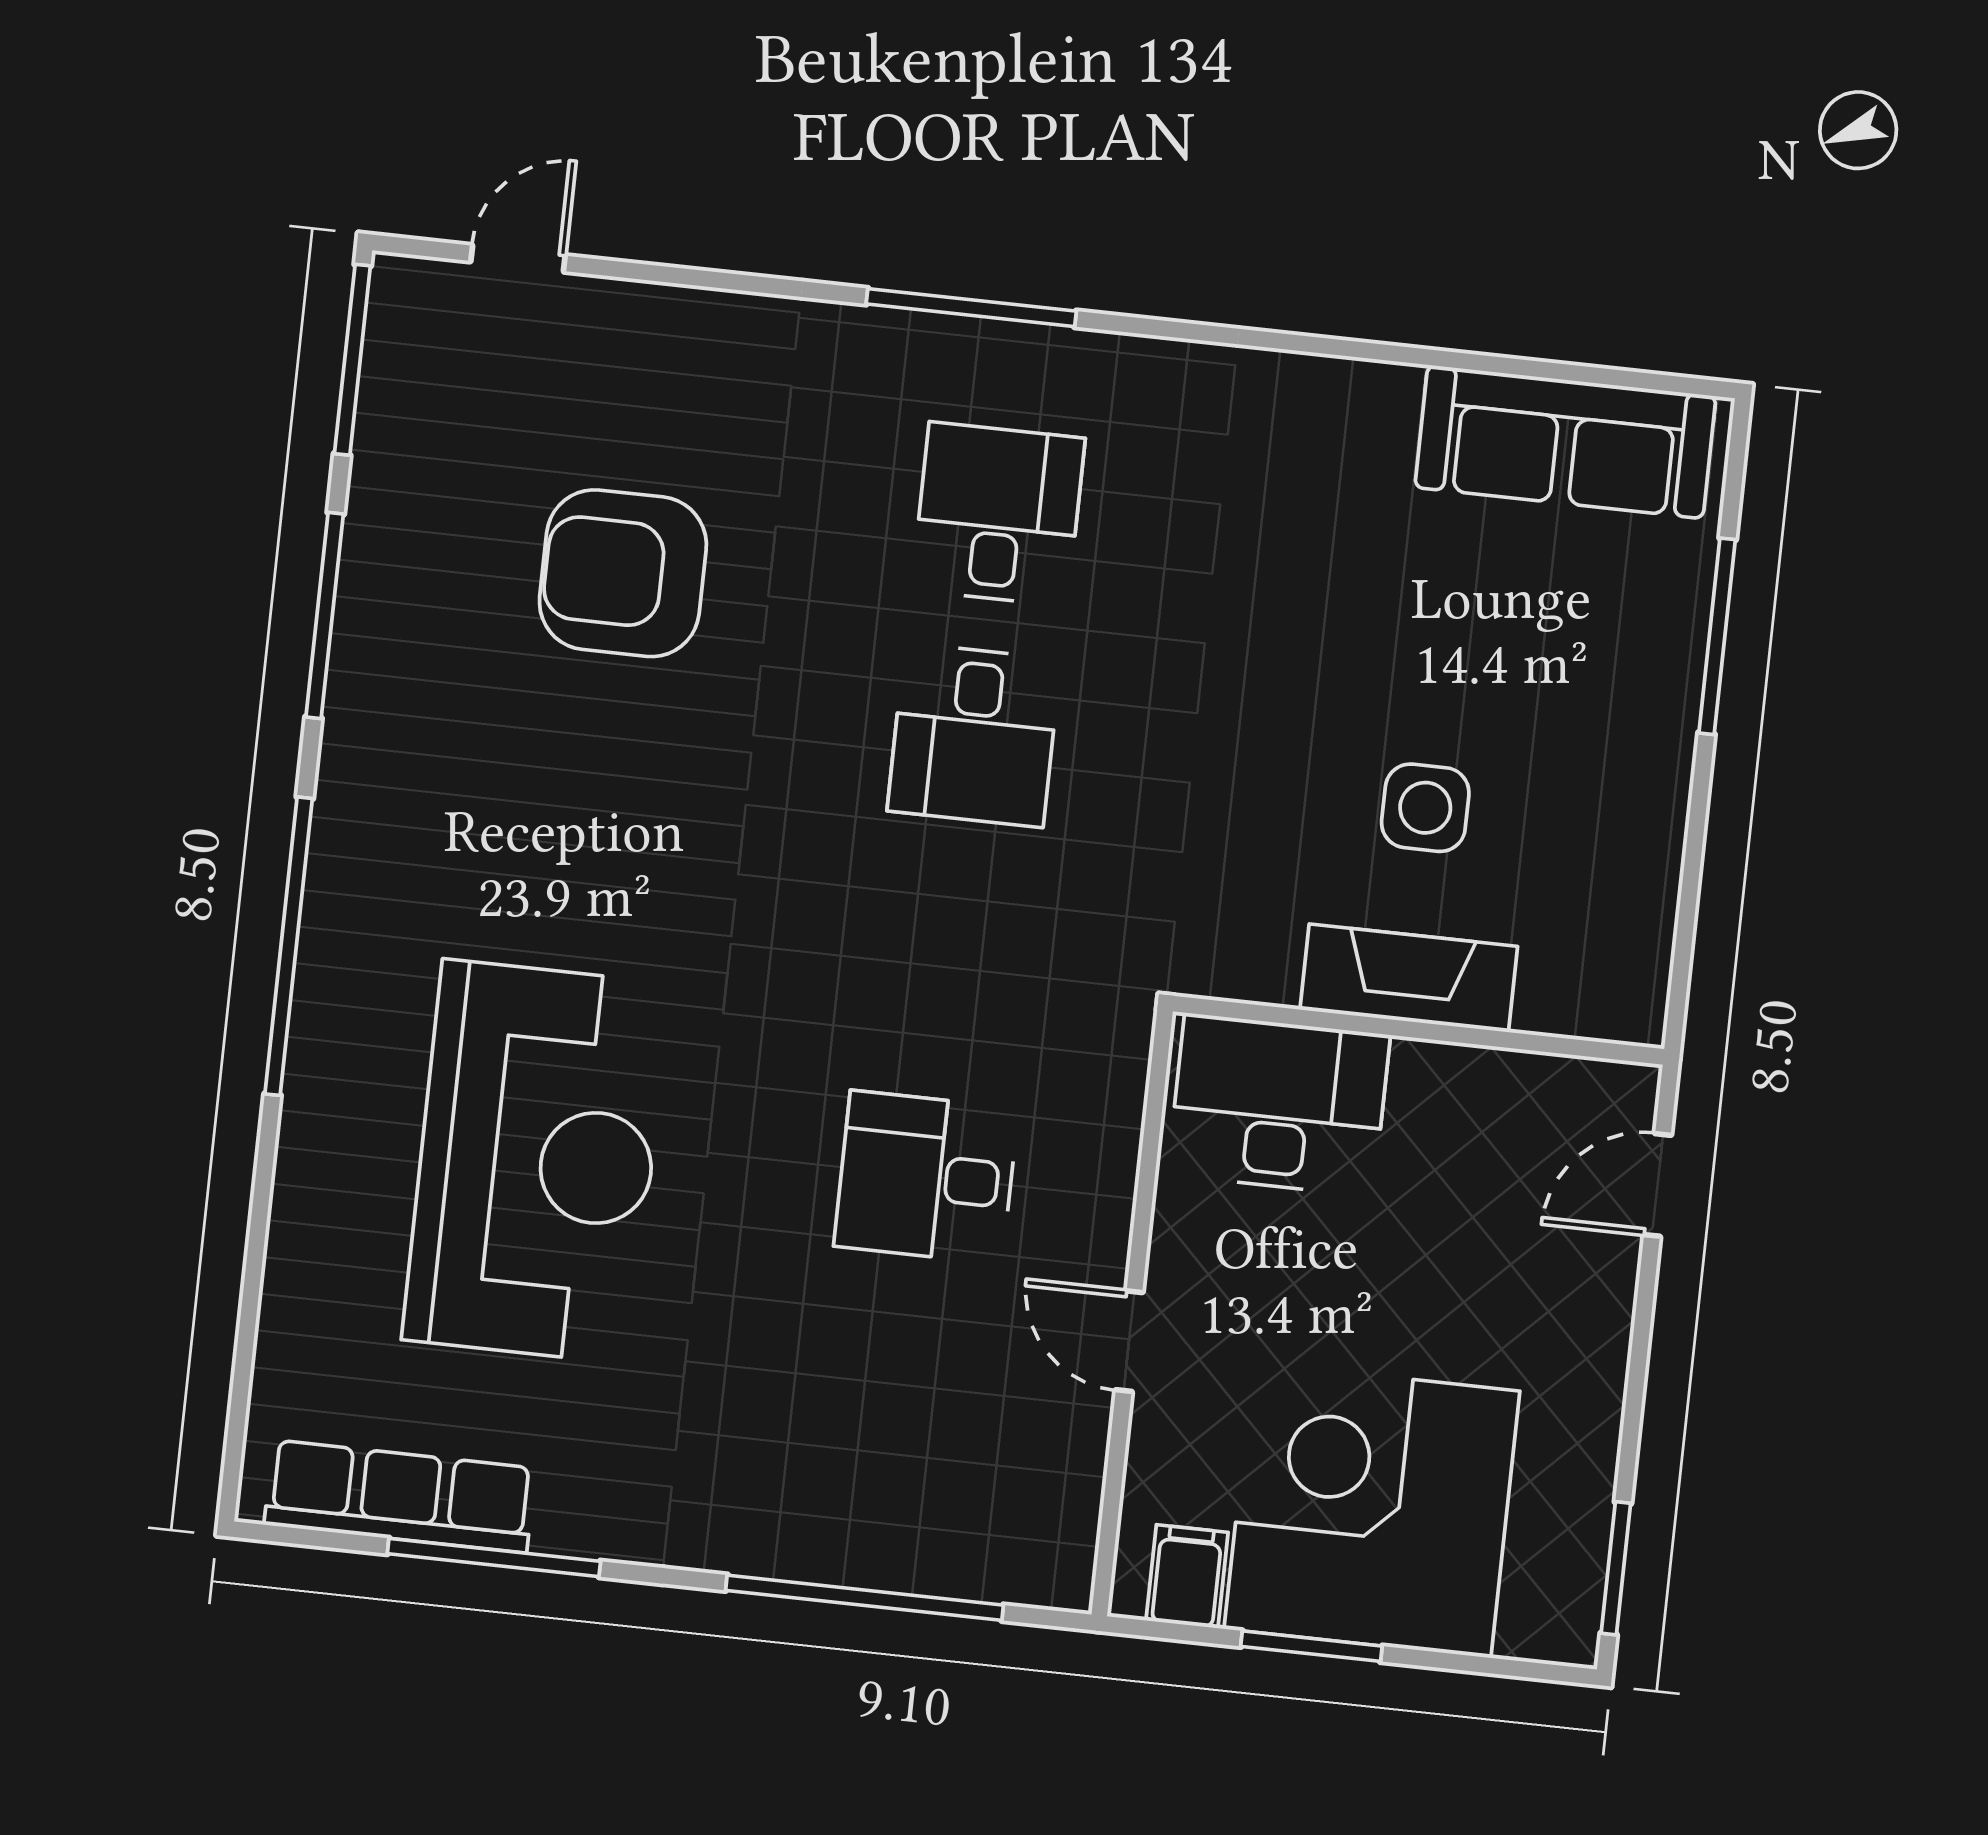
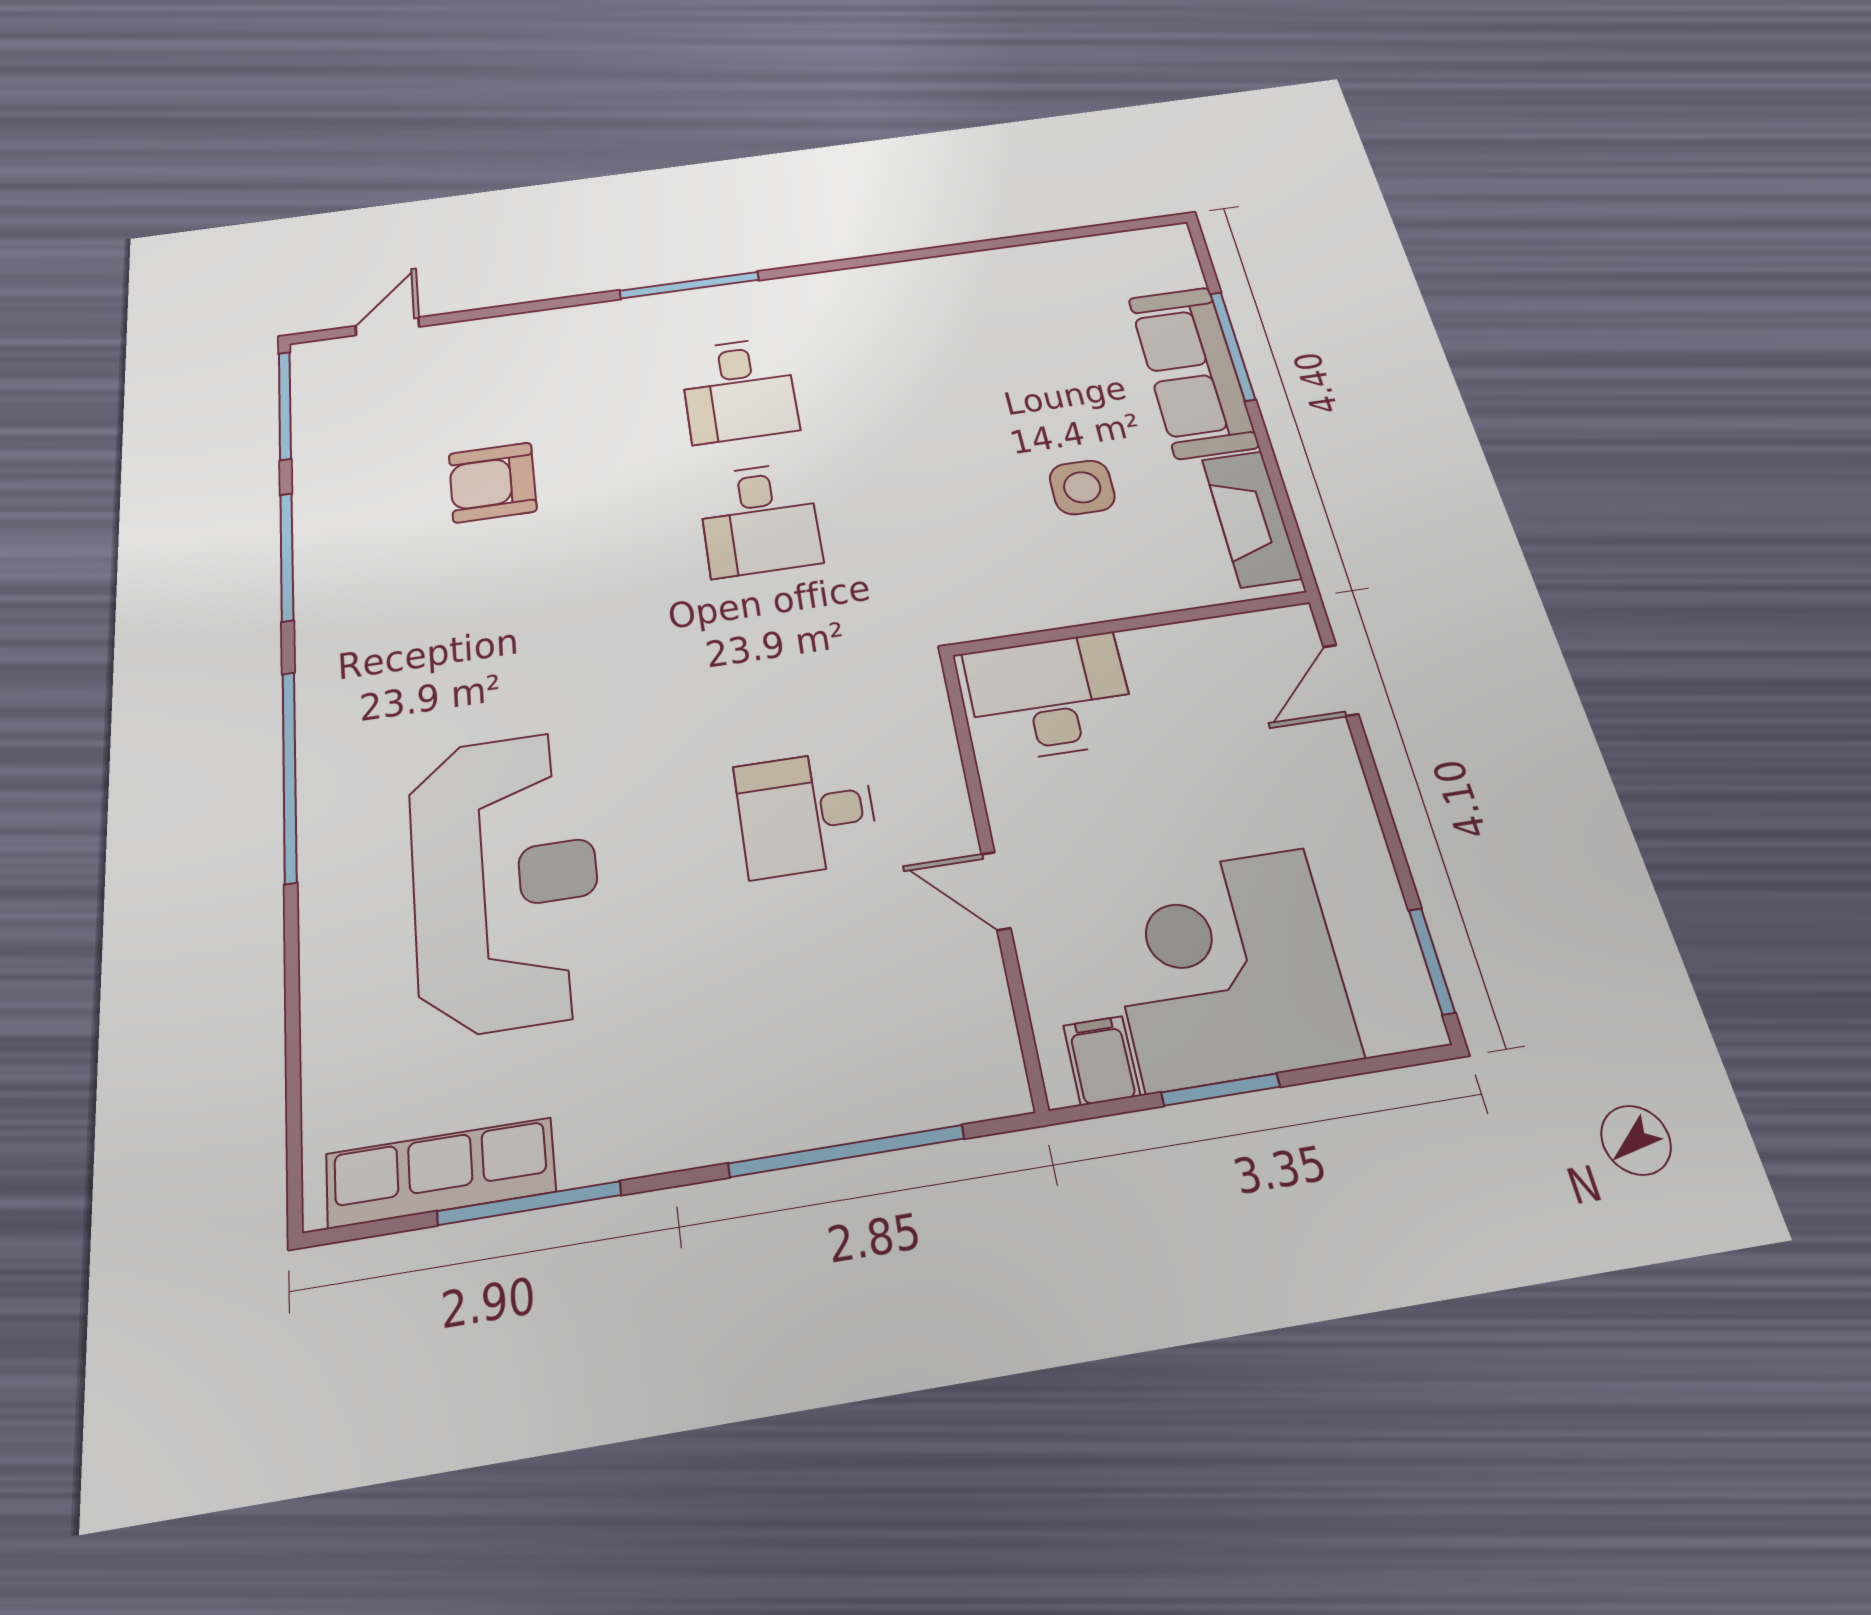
sofa: (1565, 442) -> (1193, 371), moved, turned 90
desk: (998, 514) -> (739, 390), turned 180
armchair: (623, 573) -> (493, 482), width x0.73, depth x0.73
fireplace: (1409, 978) -> (1251, 518), moved, turned -90

